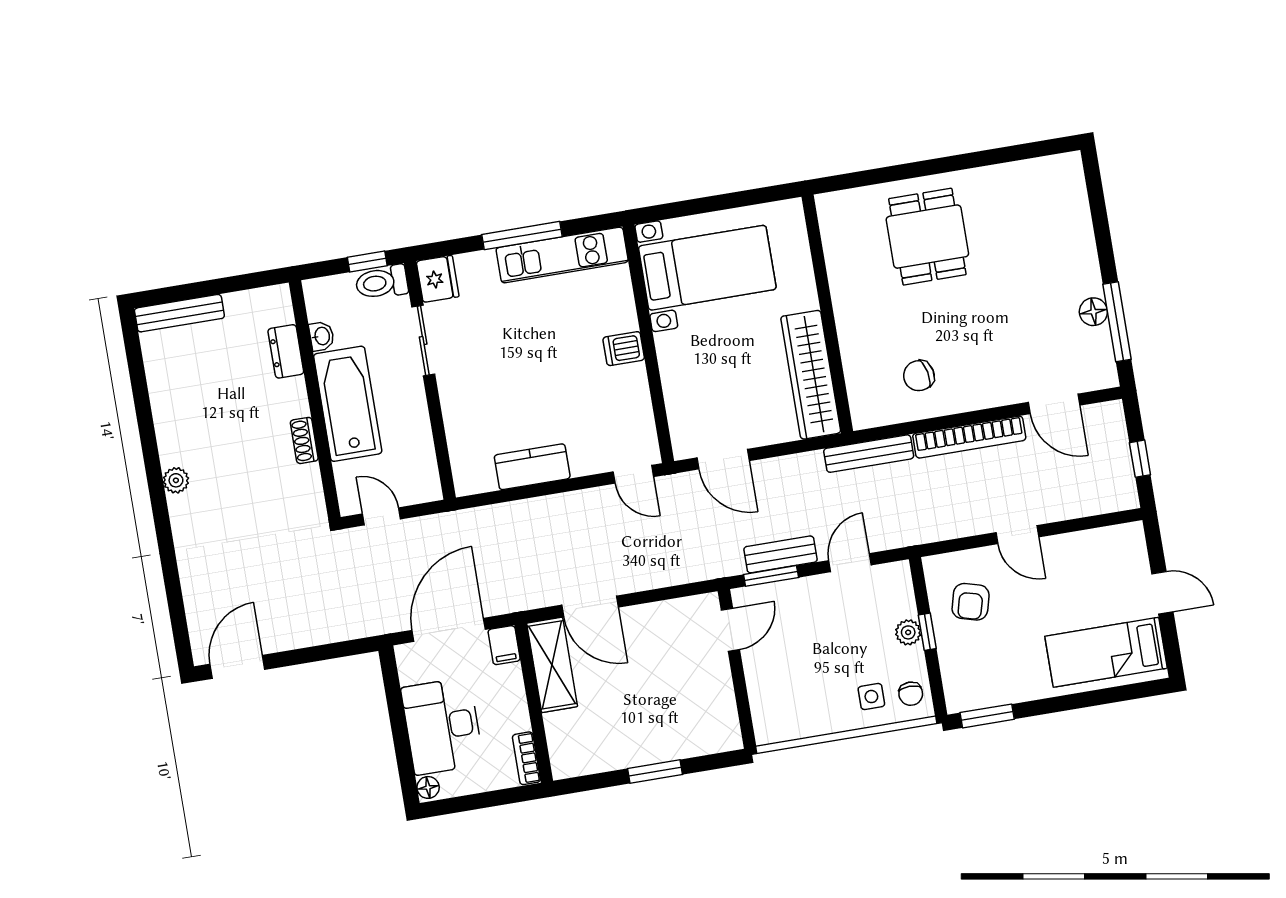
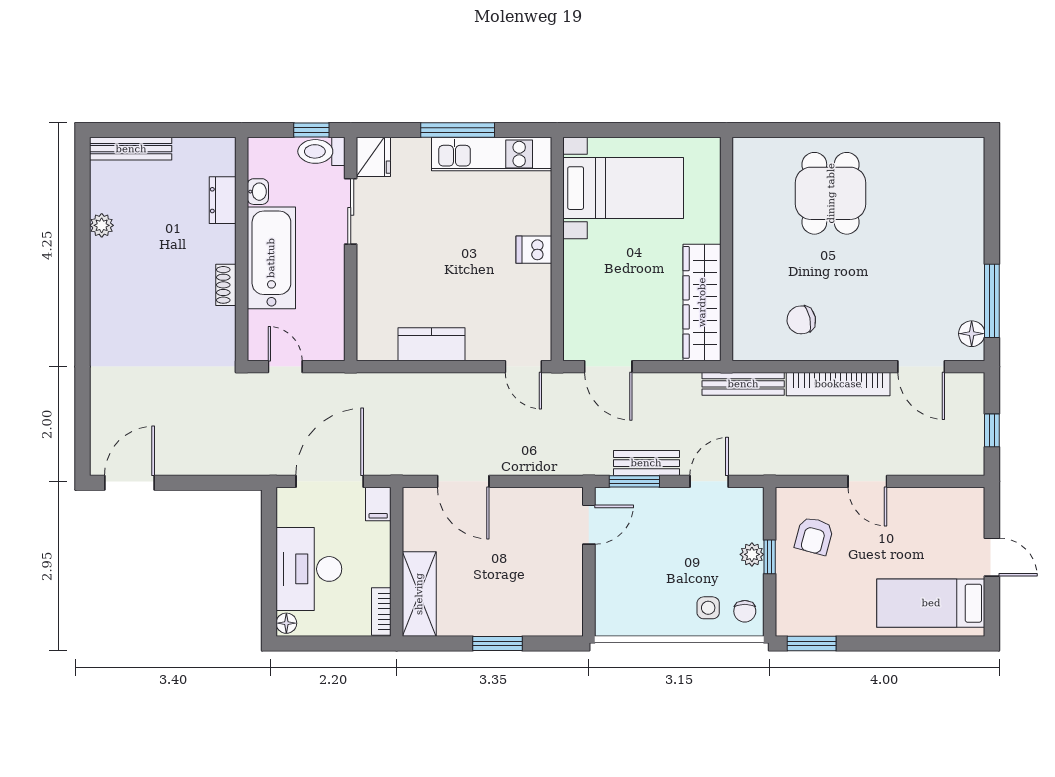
floor lamp: (1093, 312) -> (972, 334), moved
plant: (176, 480) -> (102, 225), moved
shelving: (552, 665) -> (419, 594), moved

